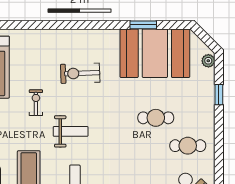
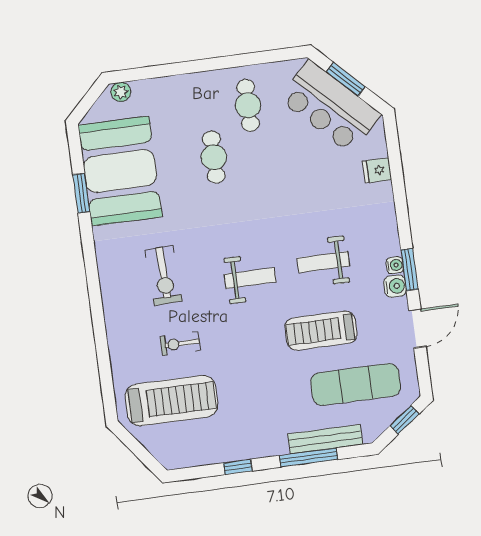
window: (219, 95) -> (168, 70), removed
exercise bike: (36, 103) -> (180, 344), moved
weight bench: (71, 131) -> (250, 278), turned 90

